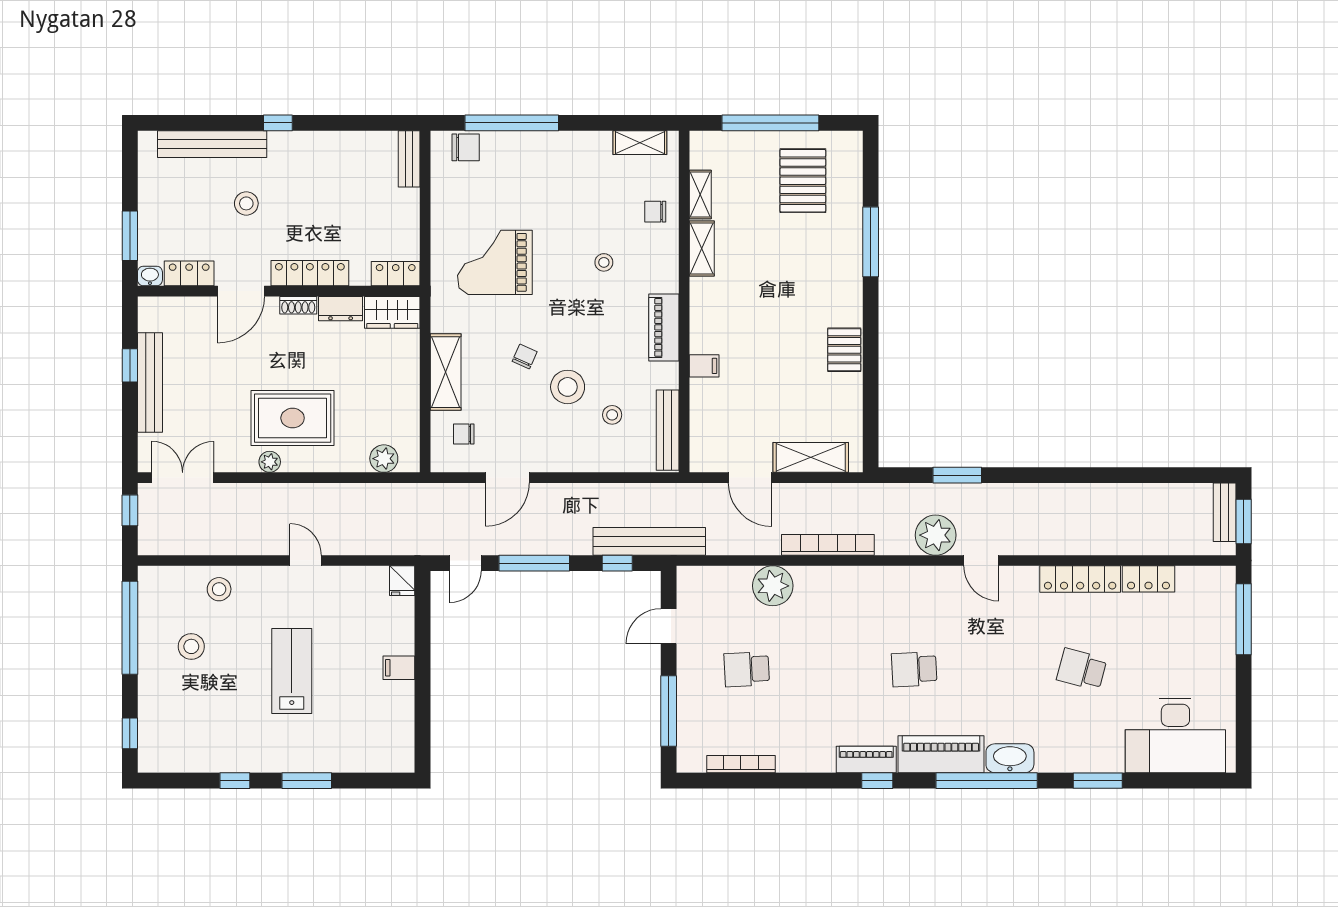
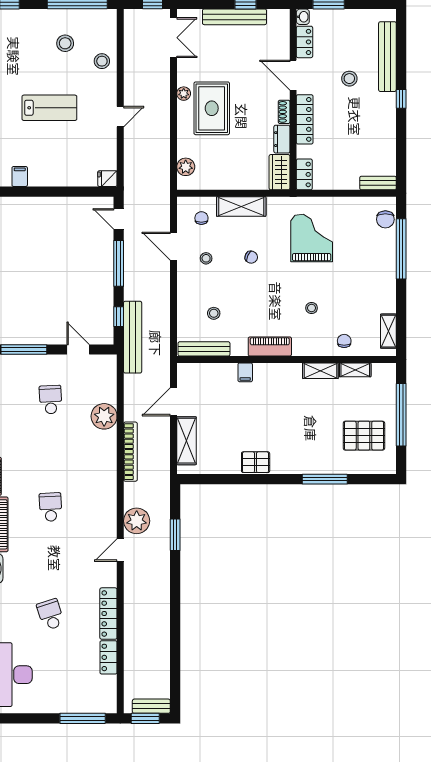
stool: (568, 387) -> (206, 258), moved, width x0.53, depth x0.53
filing cabinet: (399, 668) -> (20, 176), moved
school desk: (1082, 669) -> (51, 615), turned -33

